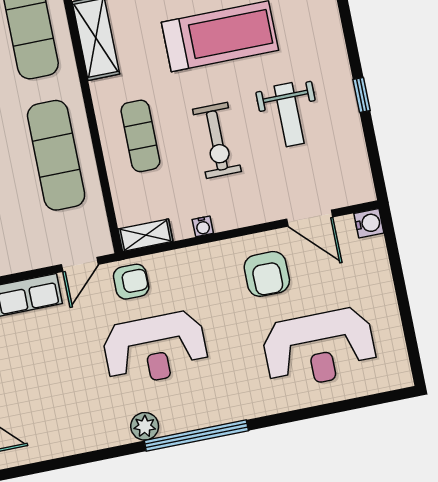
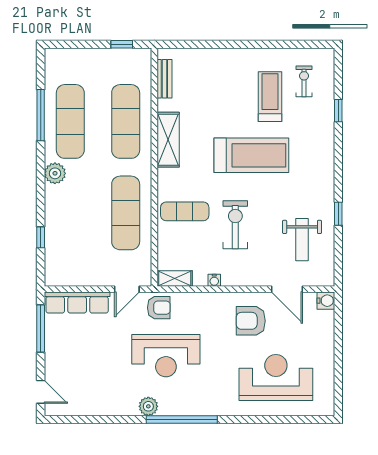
weight bench: (289, 115) -> (302, 240), moved
exercise mat: (140, 136) -> (185, 211), turned 90
exercise bike: (217, 140) -> (235, 225), turned 180
armchair: (267, 274) -> (251, 321), turned 90
reception desk: (319, 348) -> (276, 377), turned 180

